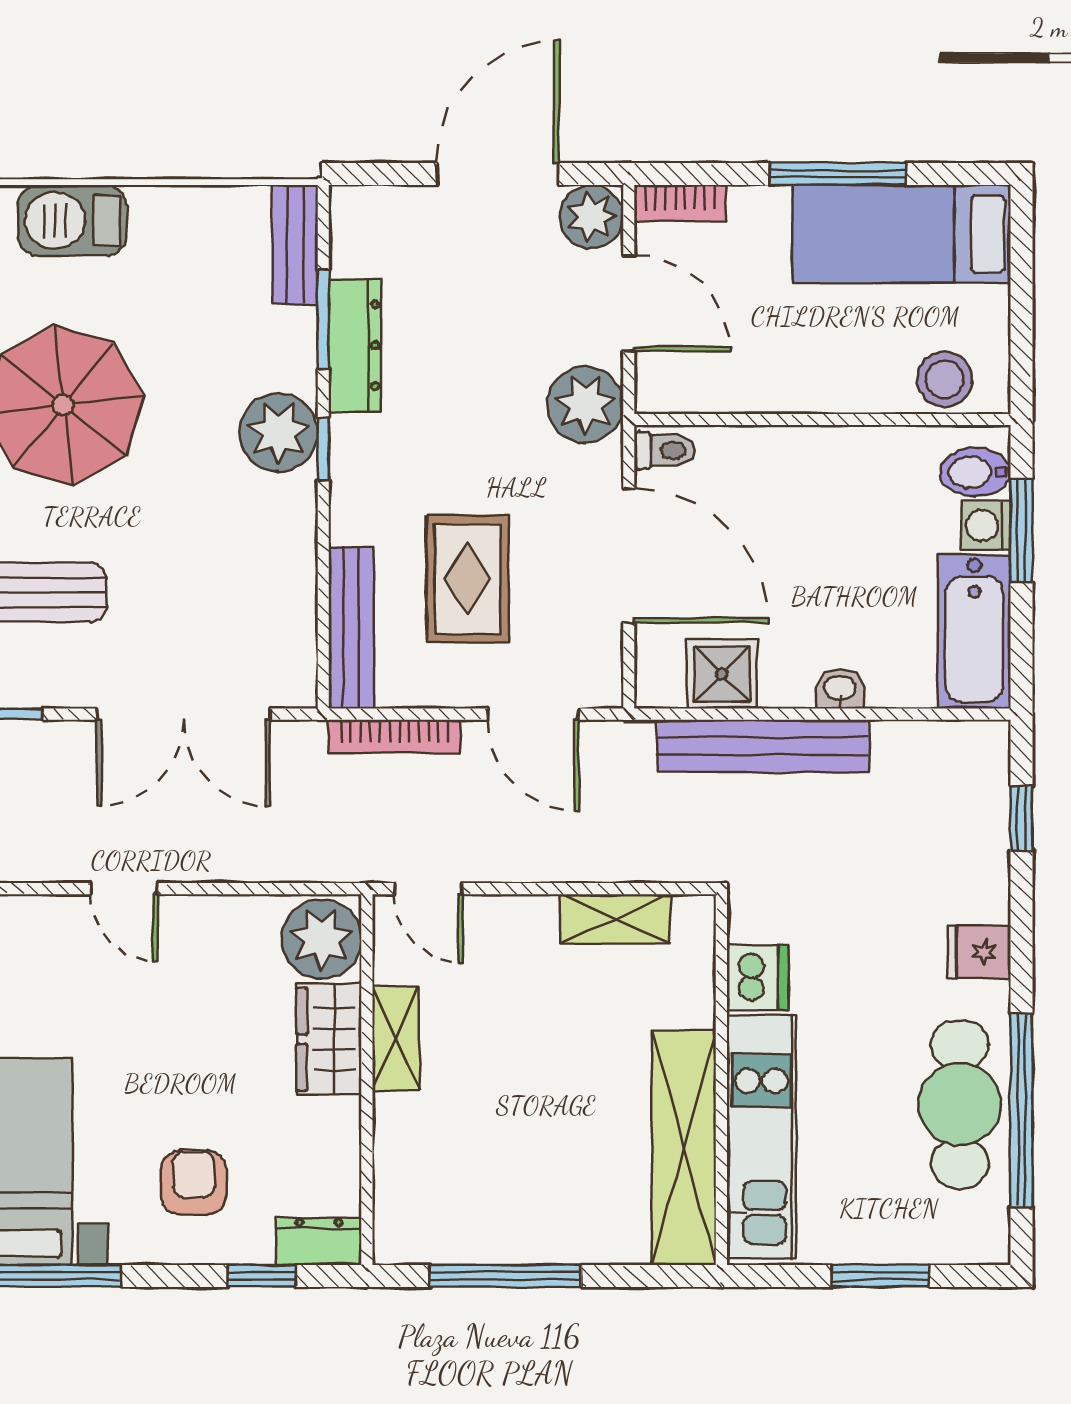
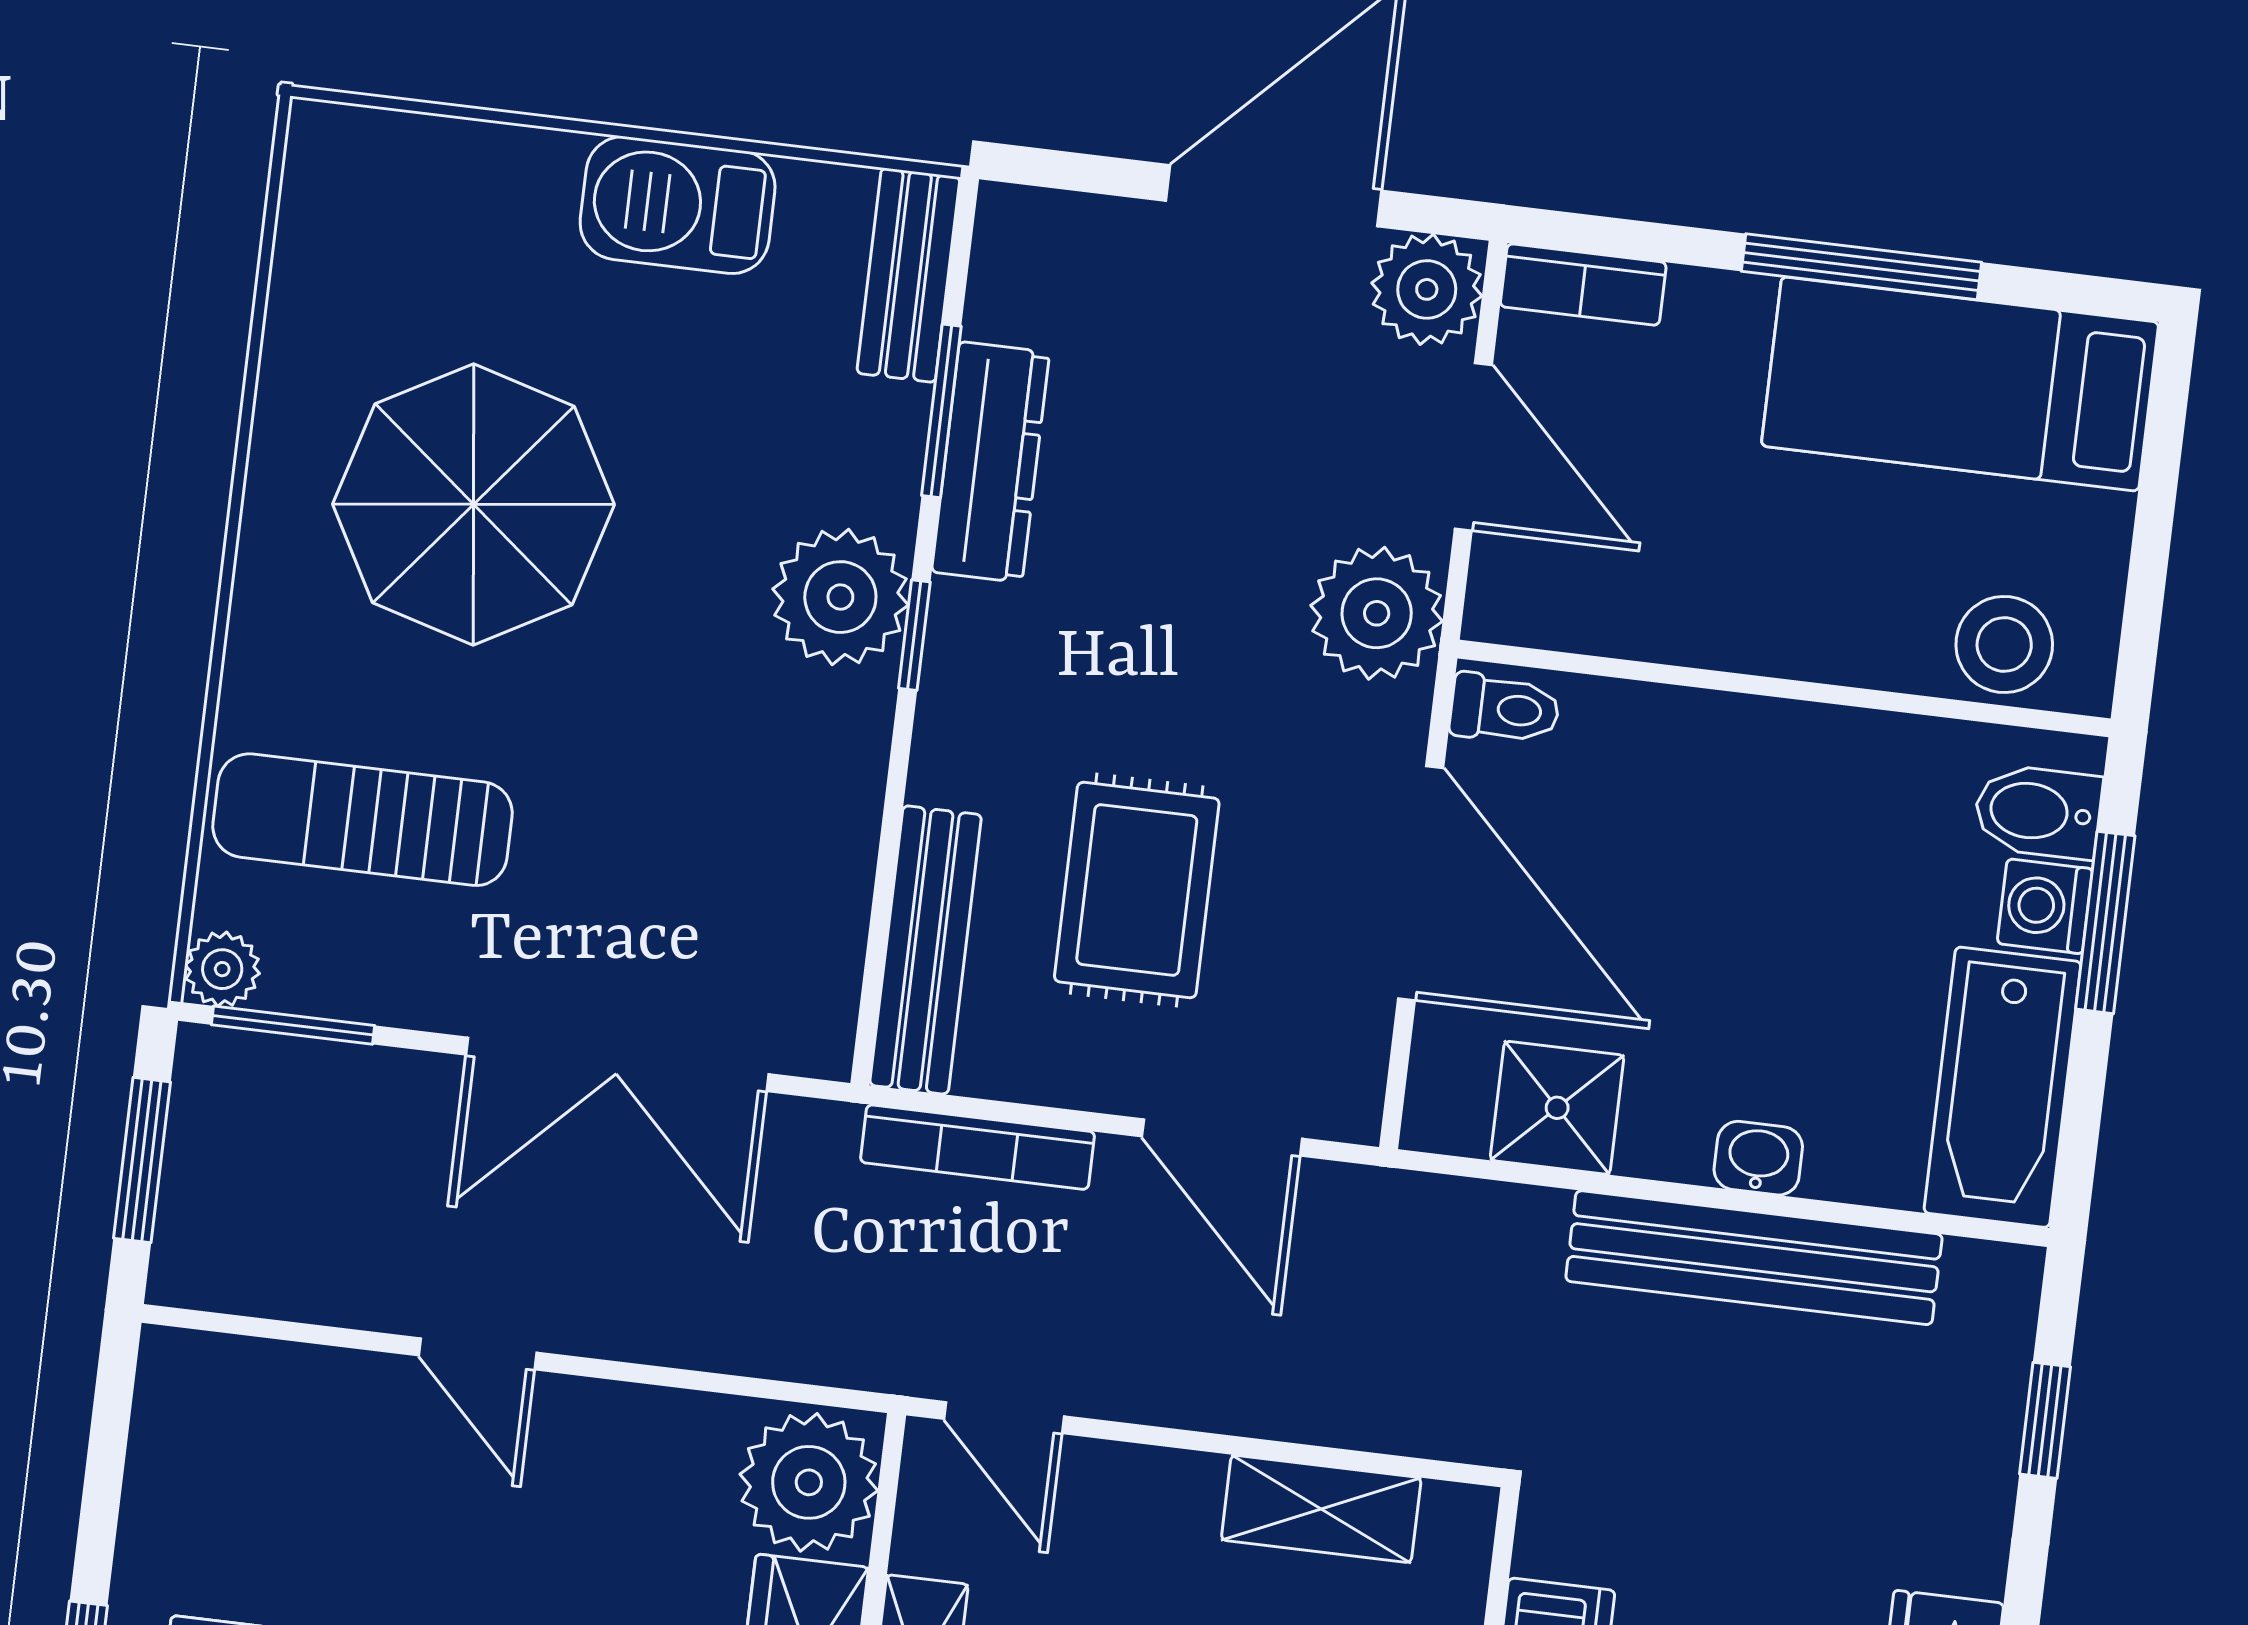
barbecue: (72, 220) -> (678, 205), moved
bench: (763, 746) -> (1754, 1258), moved

